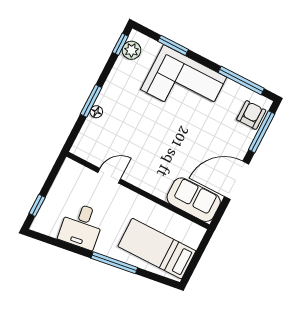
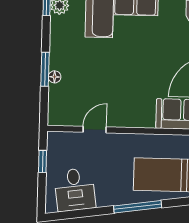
window: (37, 205) -> (43, 161), moved
desk: (81, 226) -> (75, 190), moved

